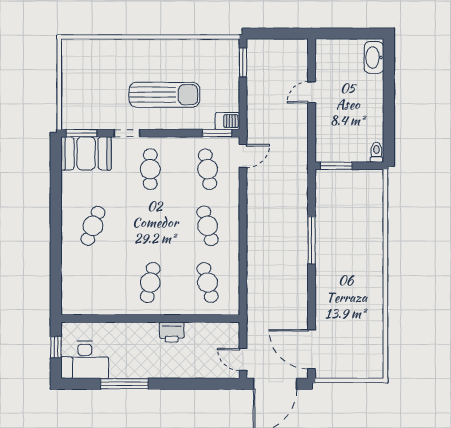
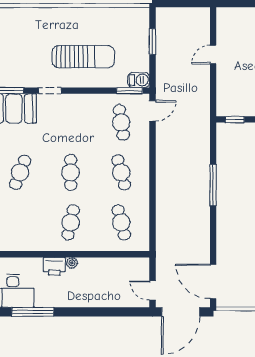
window: (243, 62) -> (152, 42), moved
window: (336, 166) -> (235, 119), width x0.67
cafe table: (150, 169) -> (71, 172), moved
plant: (152, 328) -> (72, 263), added
printer: (172, 332) -> (54, 266), moved
window: (124, 384) -> (33, 312), moved

